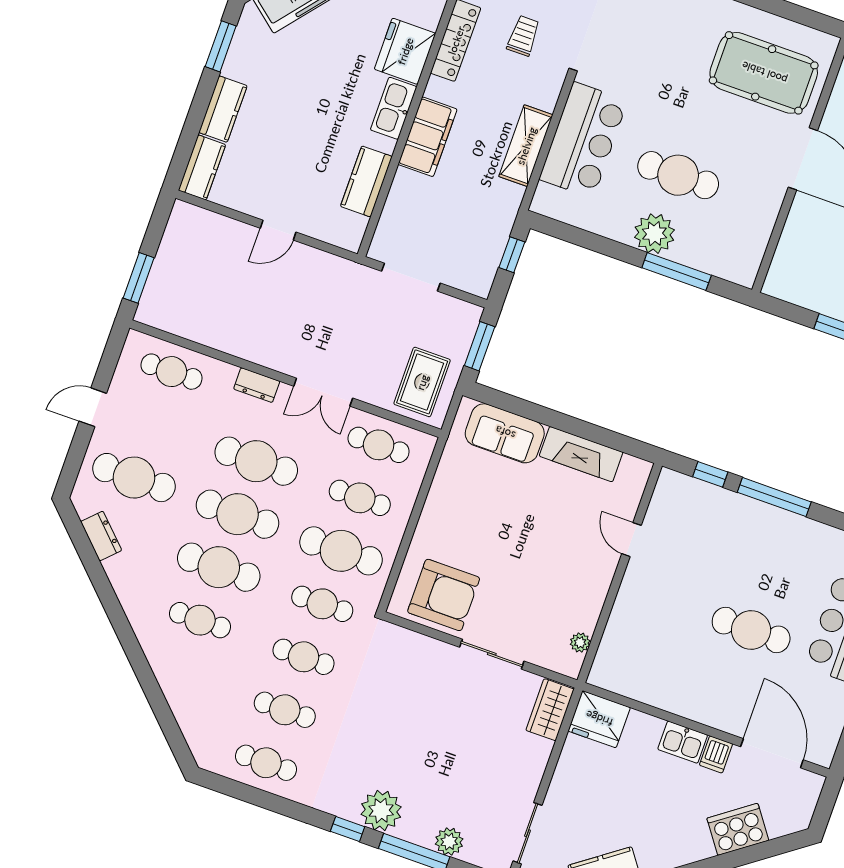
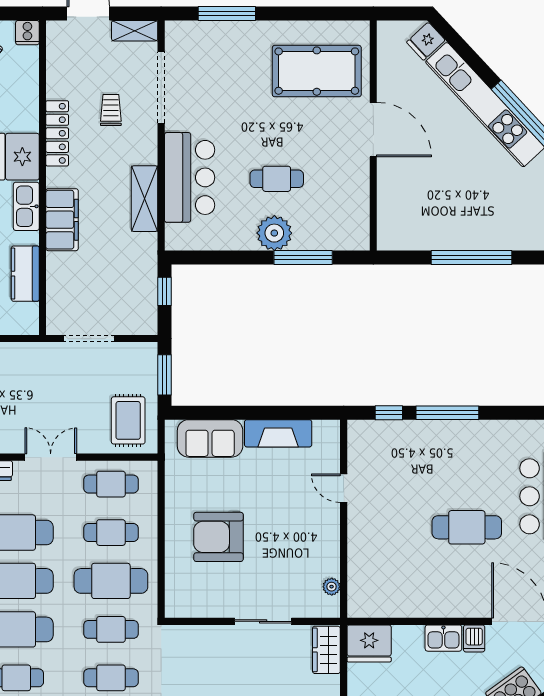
cafe table: (678, 175) -> (277, 179), width x0.73, depth x0.74
double door: (323, 392) -> (51, 457), swing flipped
armchair: (444, 595) -> (218, 537), moved, turned 180

